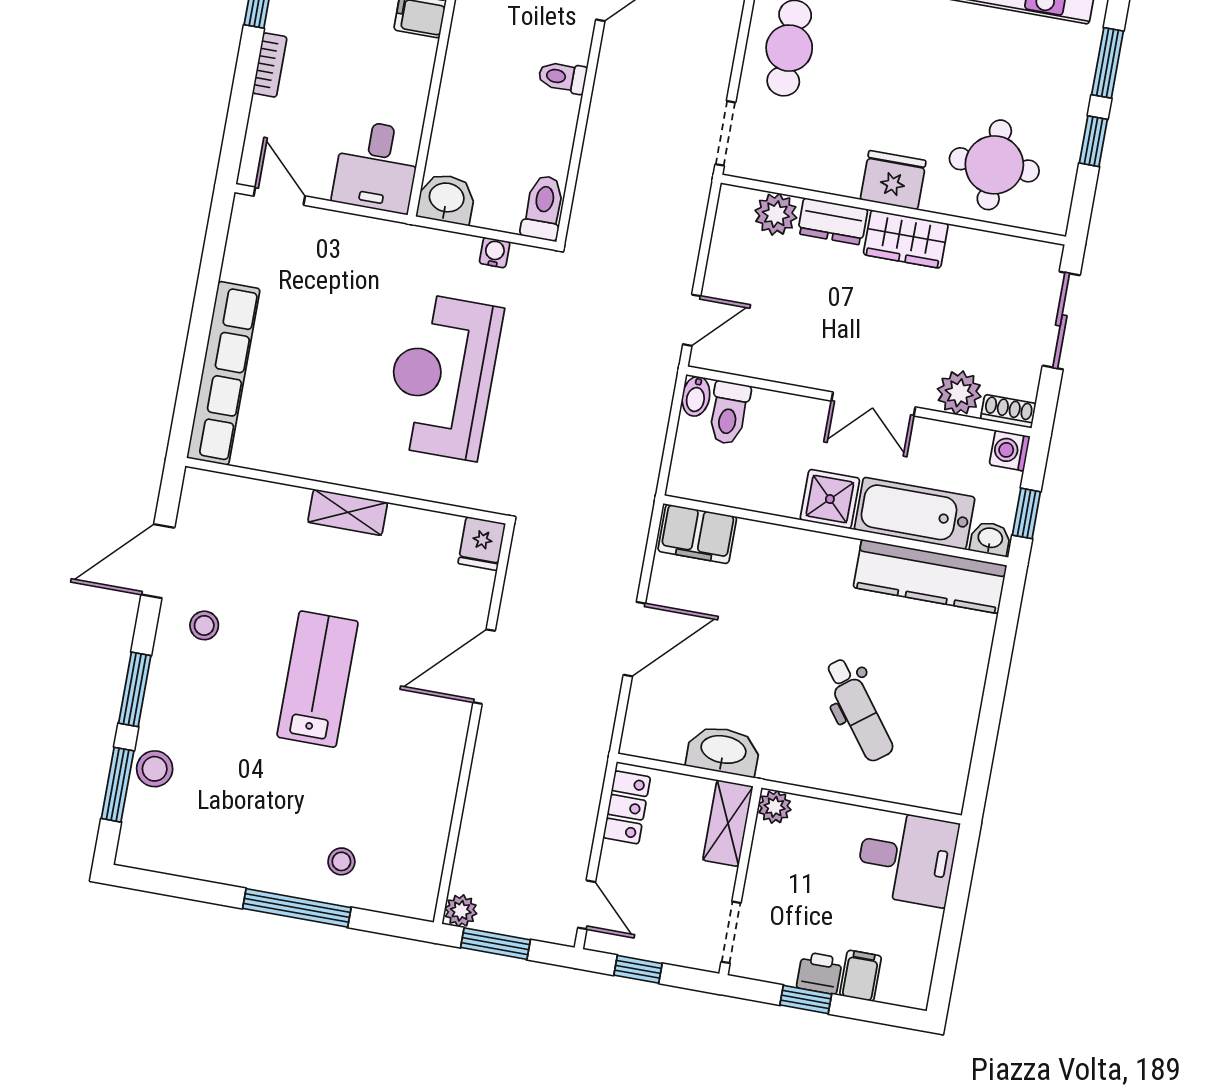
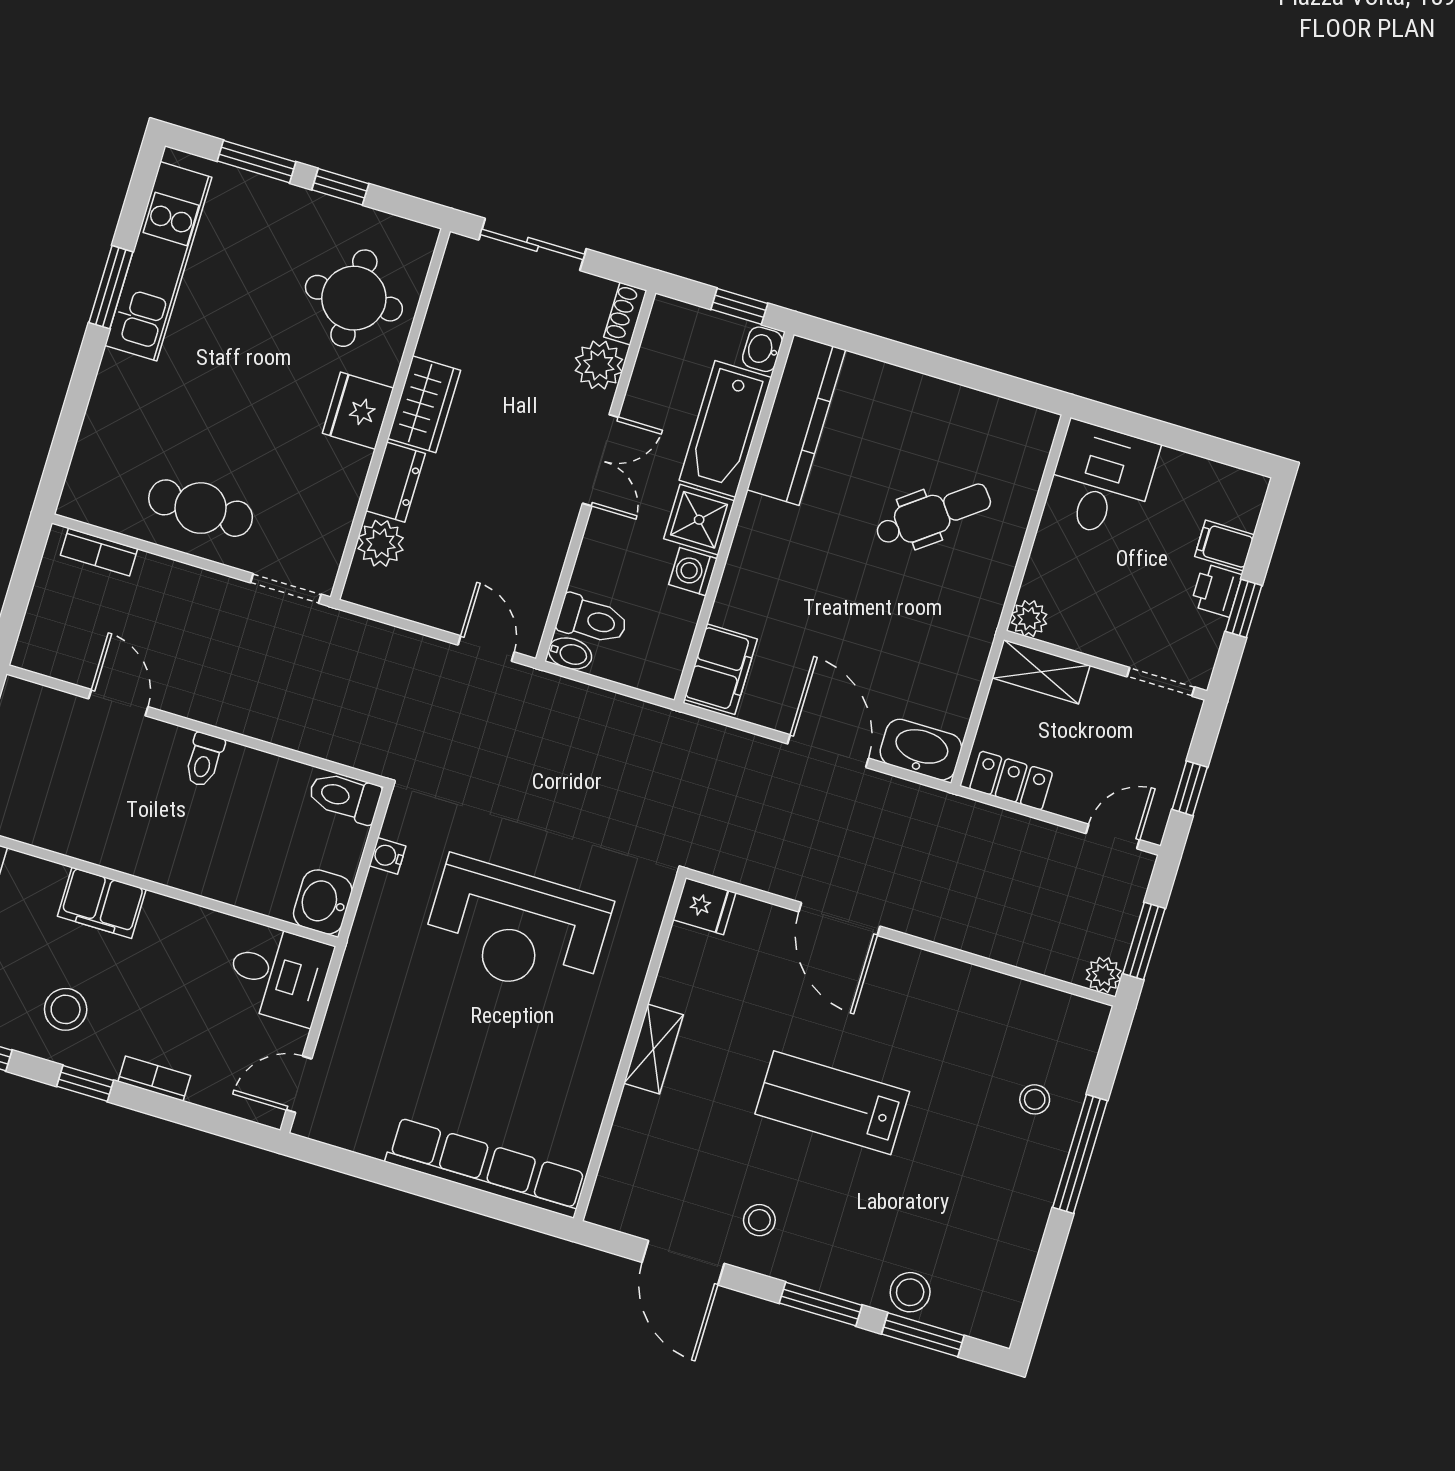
washing machine: (1010, 451) -> (693, 572), moved, turned 90
washbasin: (723, 751) -> (921, 750), moved, turned 90

